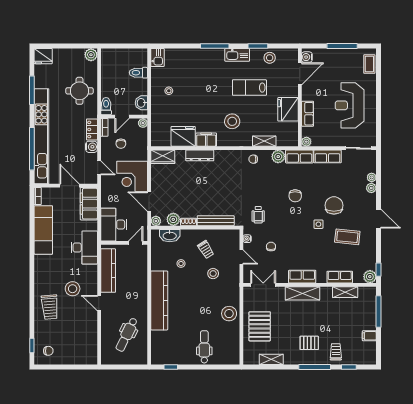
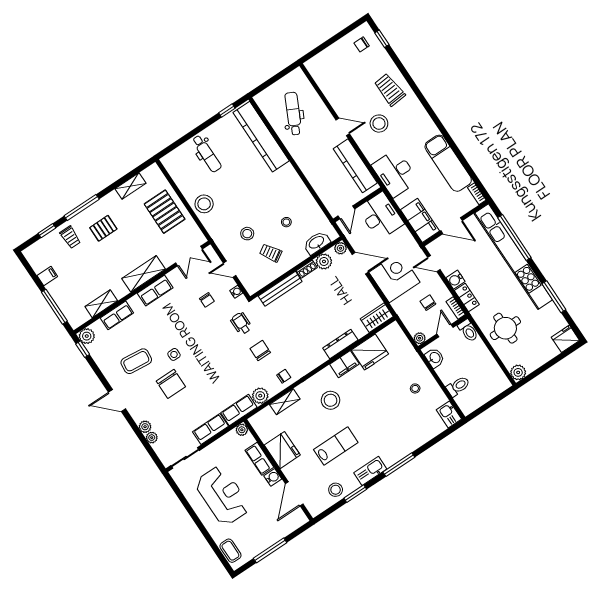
water cooler: (307, 57) -> (273, 477), moved
chair: (295, 196) -> (260, 350), moved
kitchen counter: (159, 300) -> (261, 137), moved

